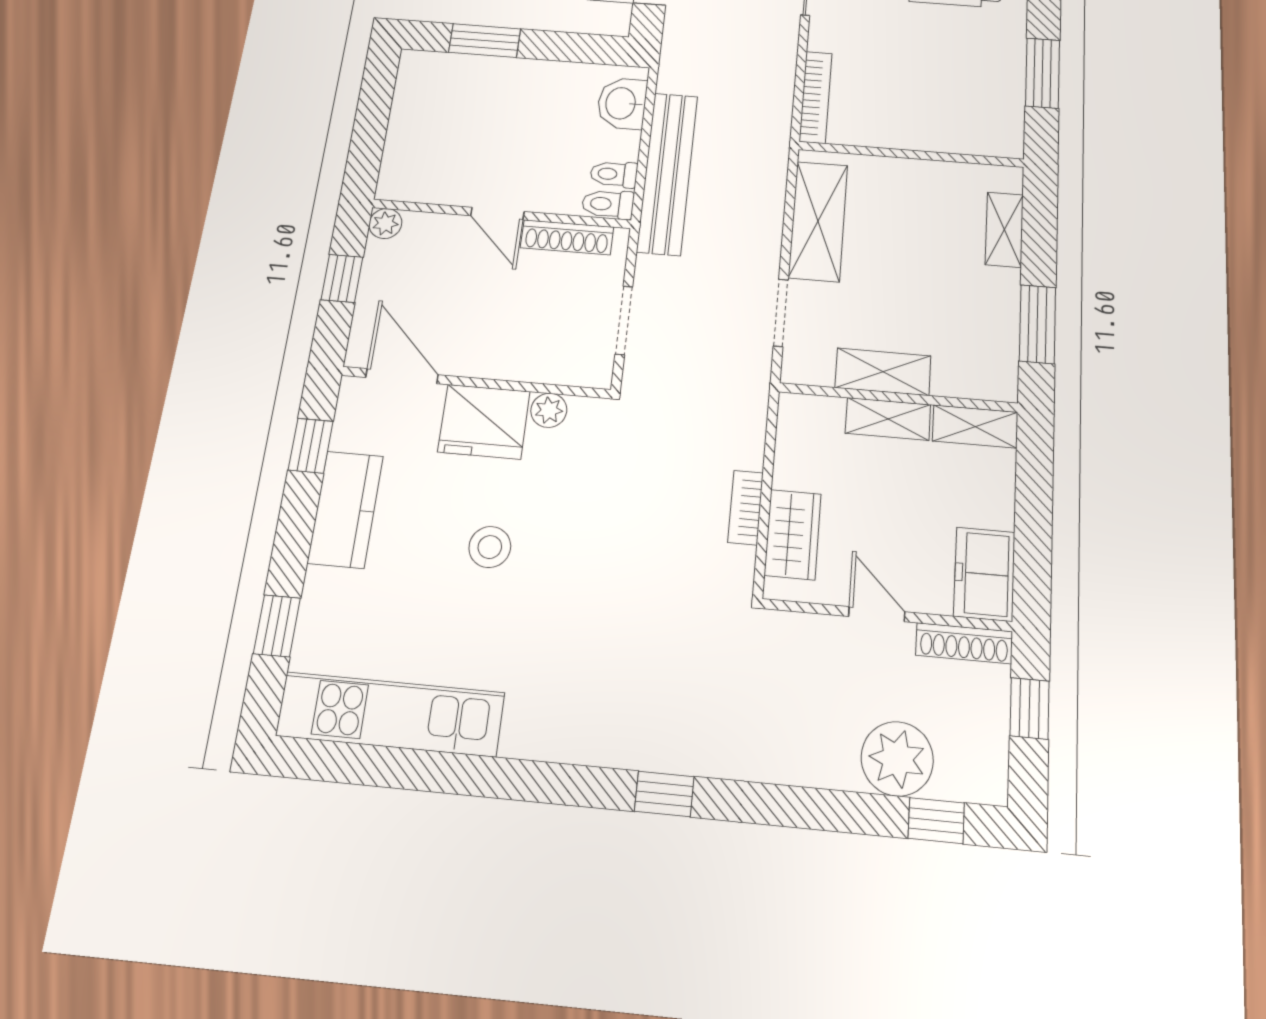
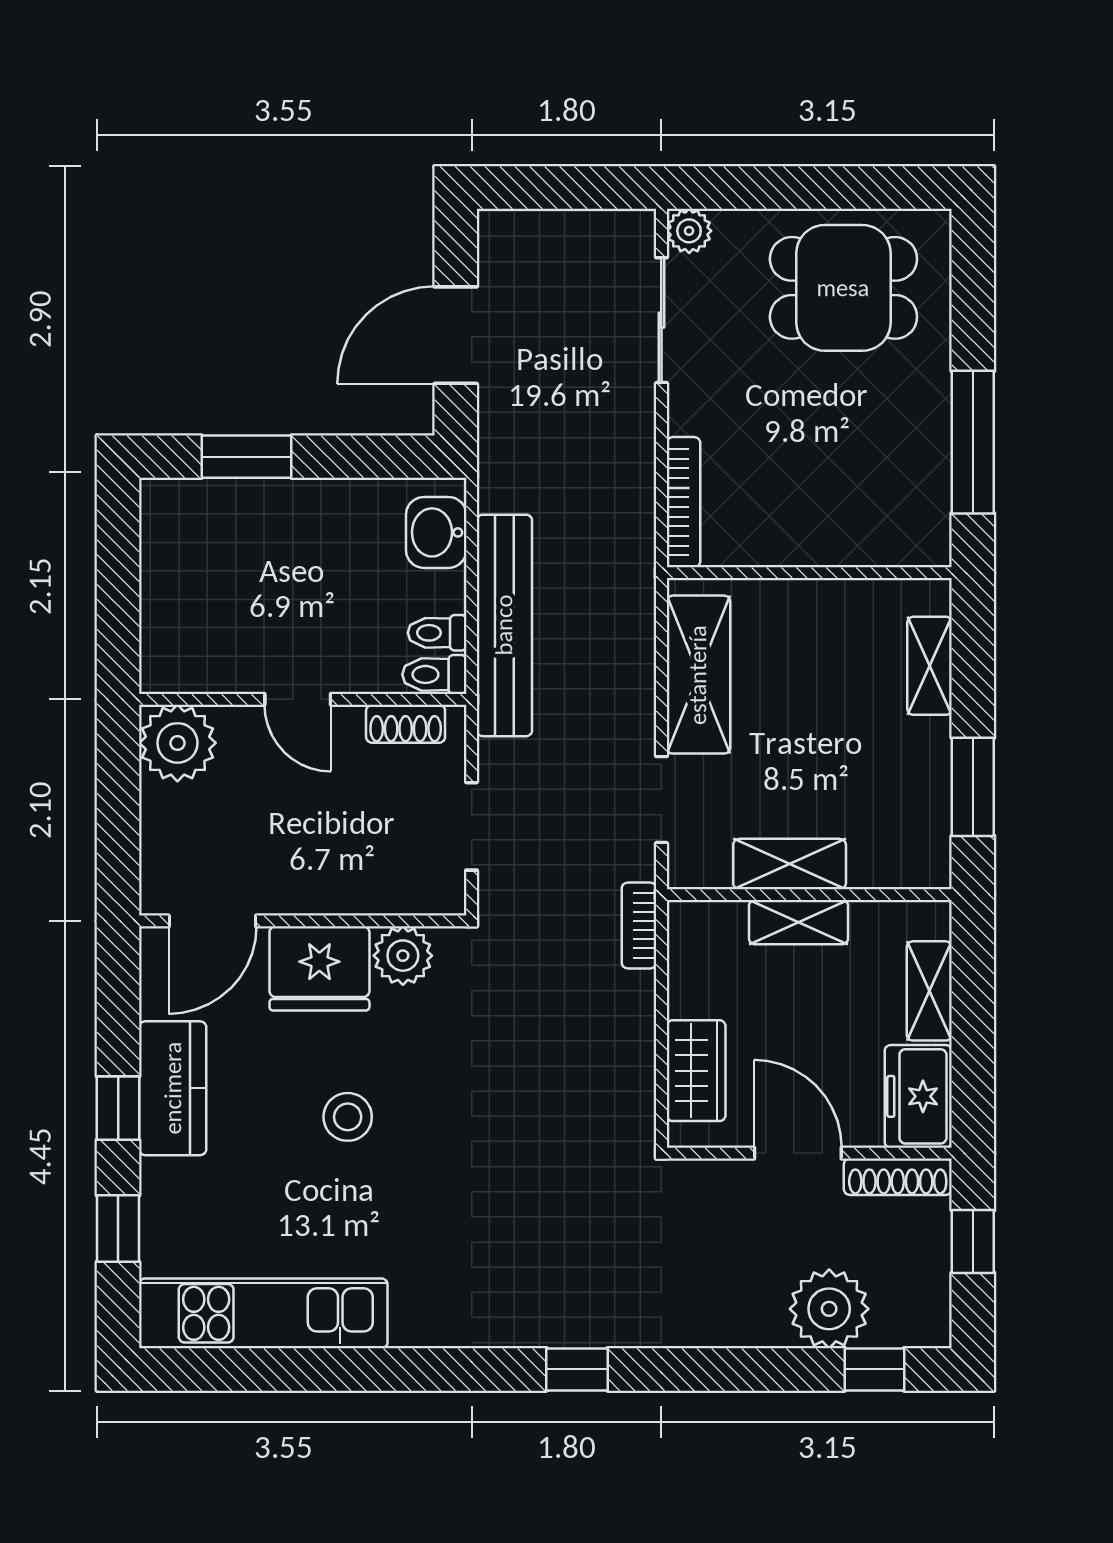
window: (1043, 73) -> (973, 442), width x1.44
plant: (385, 224) -> (177, 743), width x1.87, depth x1.87
shoe rack: (567, 237) -> (406, 724), width x0.70
window: (342, 278) -> (118, 803), removed
door: (402, 376) -> (212, 921), swing flipped
plant: (549, 410) -> (403, 956), width x1.38, depth x1.38
shelving: (975, 427) -> (929, 991), moved, turned 90
window: (311, 446) -> (118, 1108), moved
bookcase: (746, 508) -> (639, 925), moved
door: (877, 614) -> (798, 1153), width x1.38

